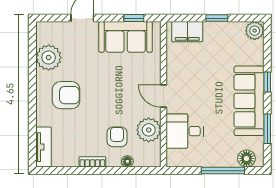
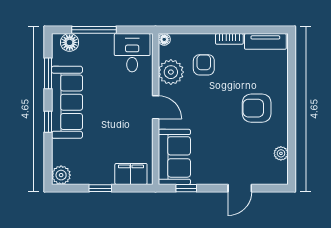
sofa: (126, 37) -> (174, 157), moved, turned 90
plant: (49, 58) -> (281, 153), width x0.53, depth x0.53
desk: (185, 131) -> (132, 53), moved, turned -90
armchair: (117, 137) -> (204, 65), turned 180
tv unit: (43, 147) -> (265, 41), moved, turned -90
floor lamp: (127, 161) -> (164, 39), moved

